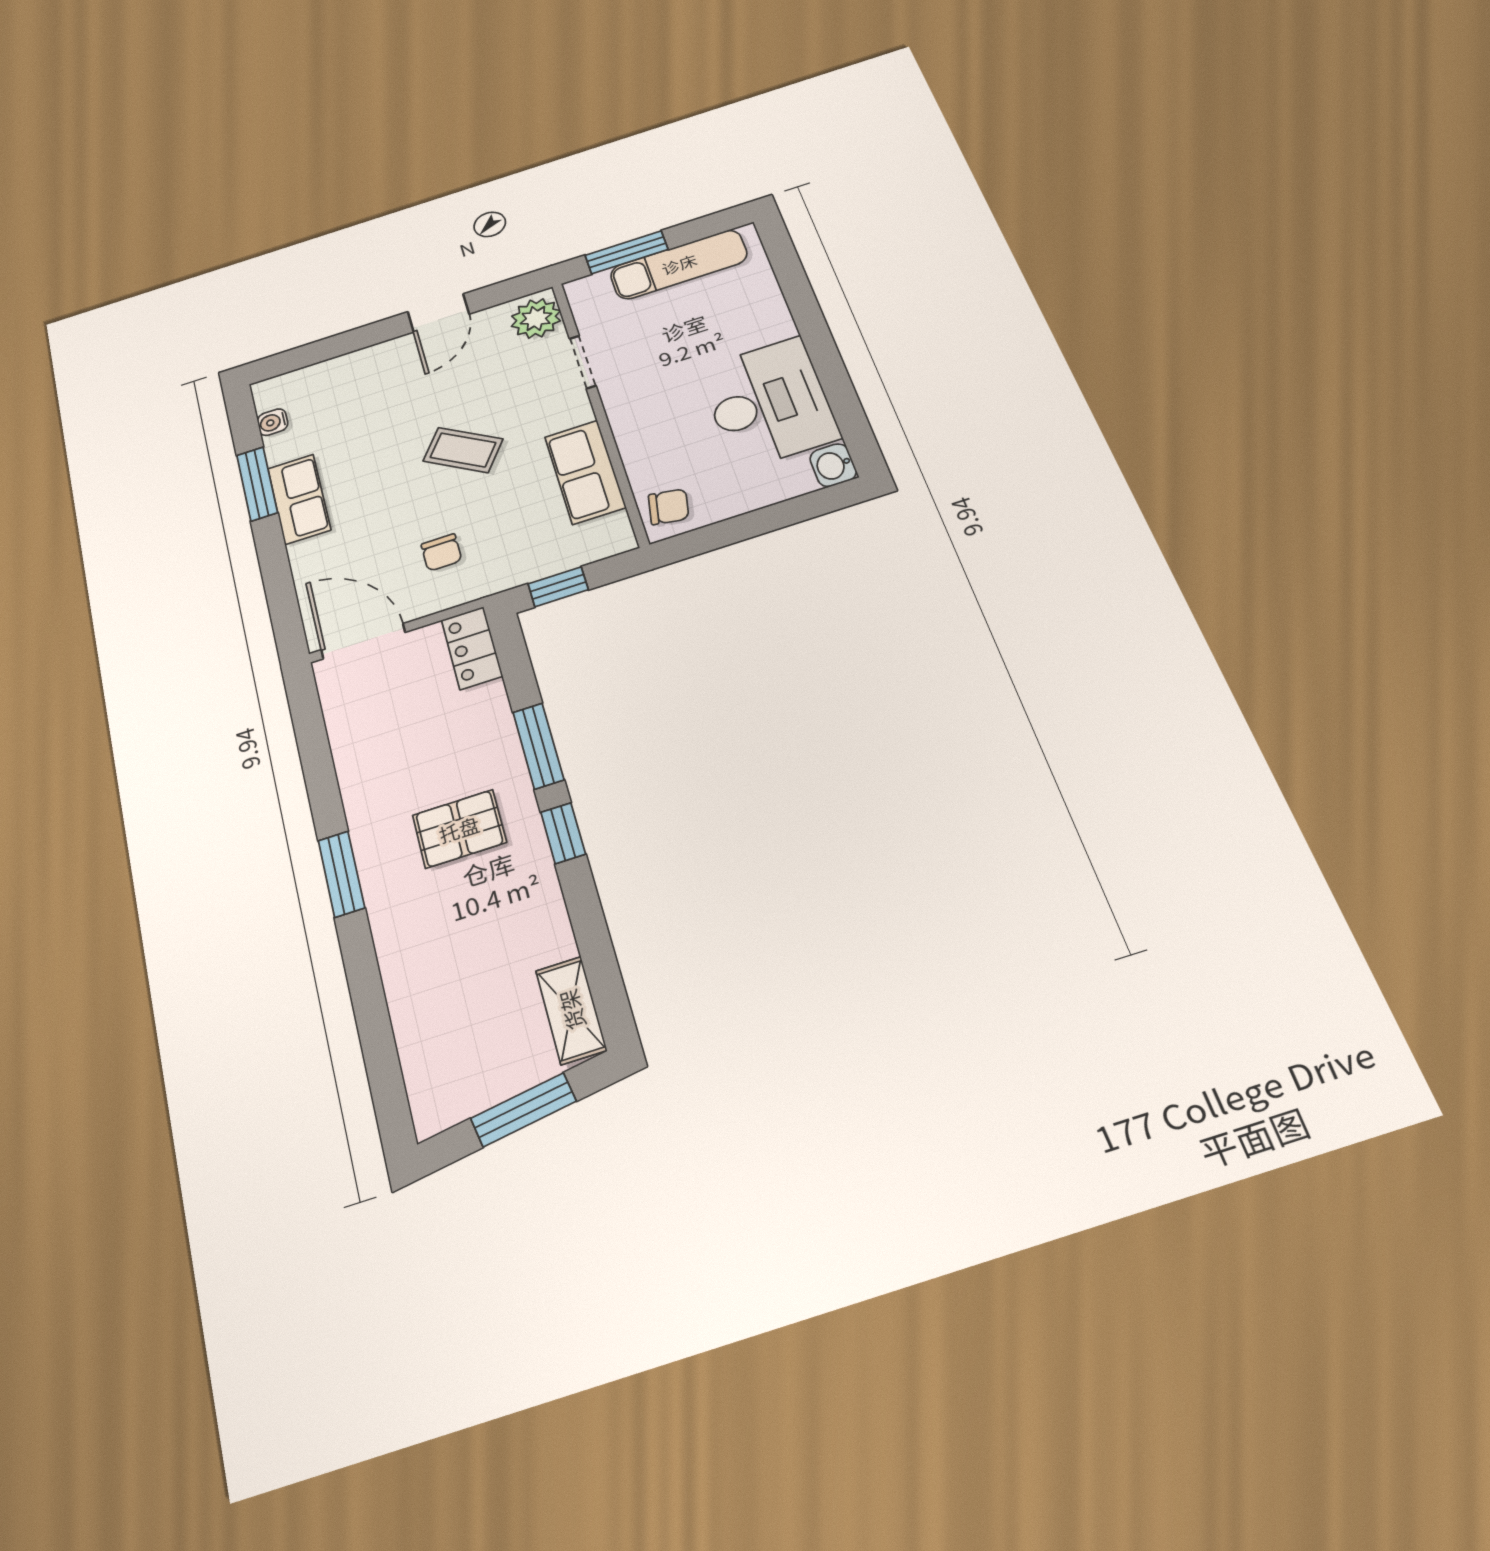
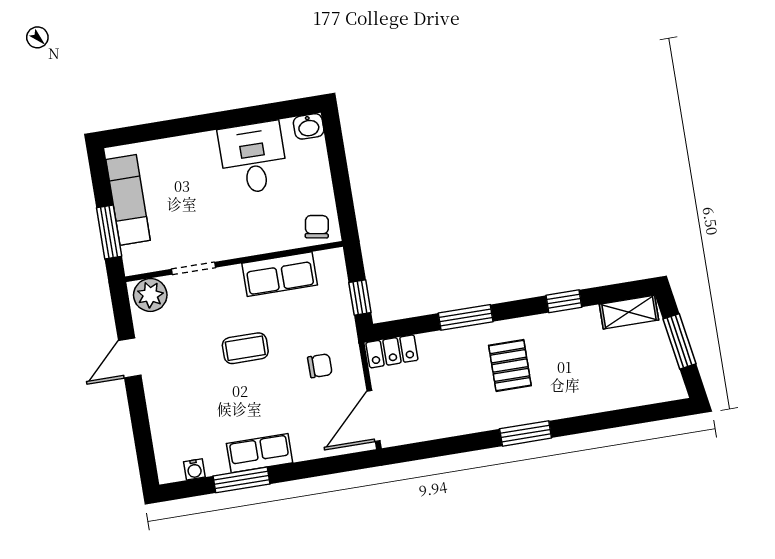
door: (438, 313) -> (130, 358), swing flipped
desk: (769, 403) -> (253, 158), width x0.73
coffee table: (463, 450) -> (245, 348), turned 56
window: (563, 833) -> (564, 301), moved

